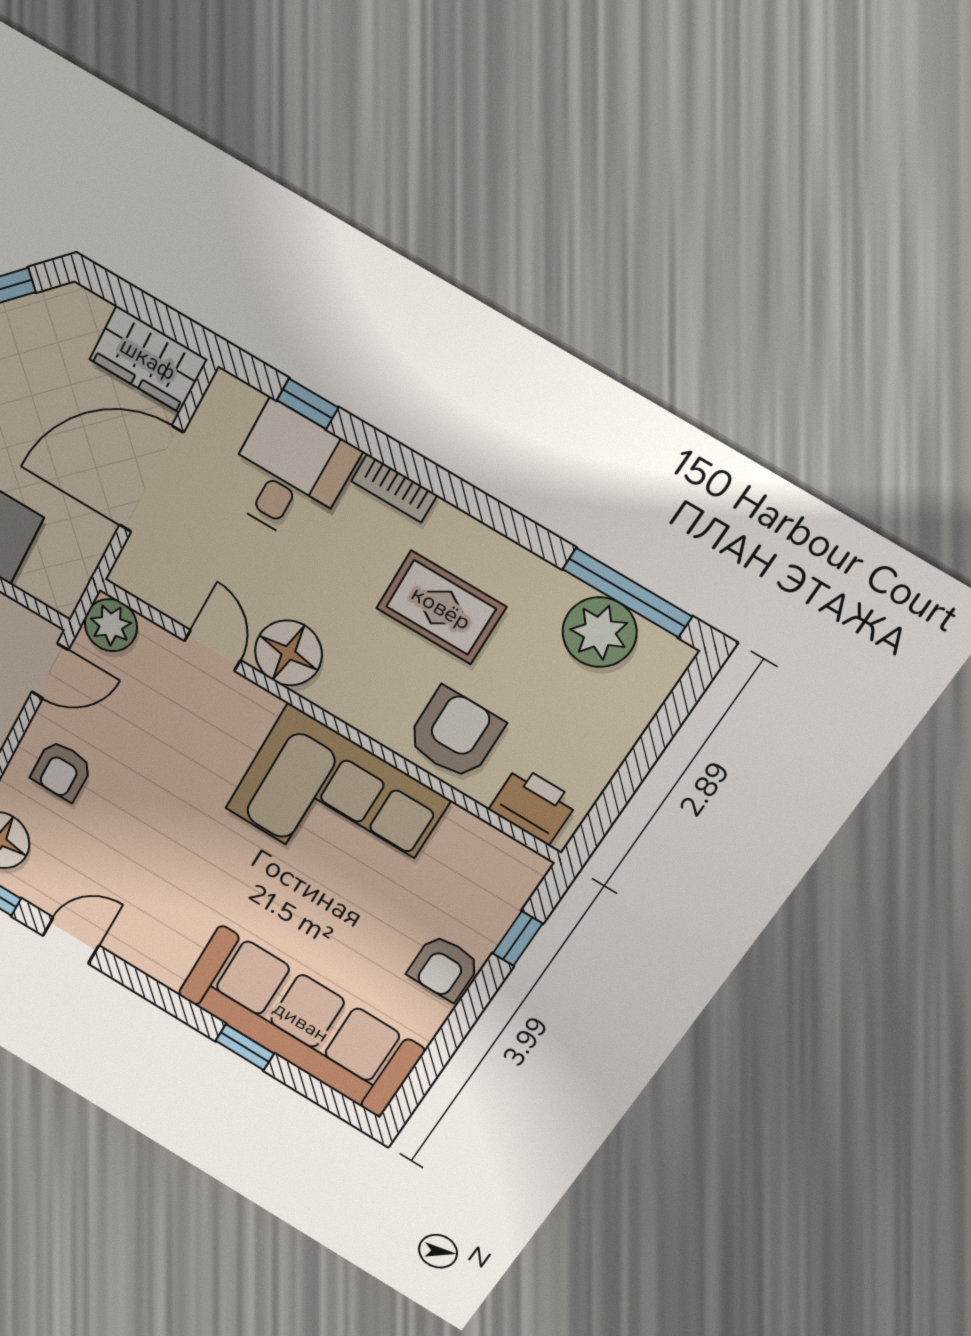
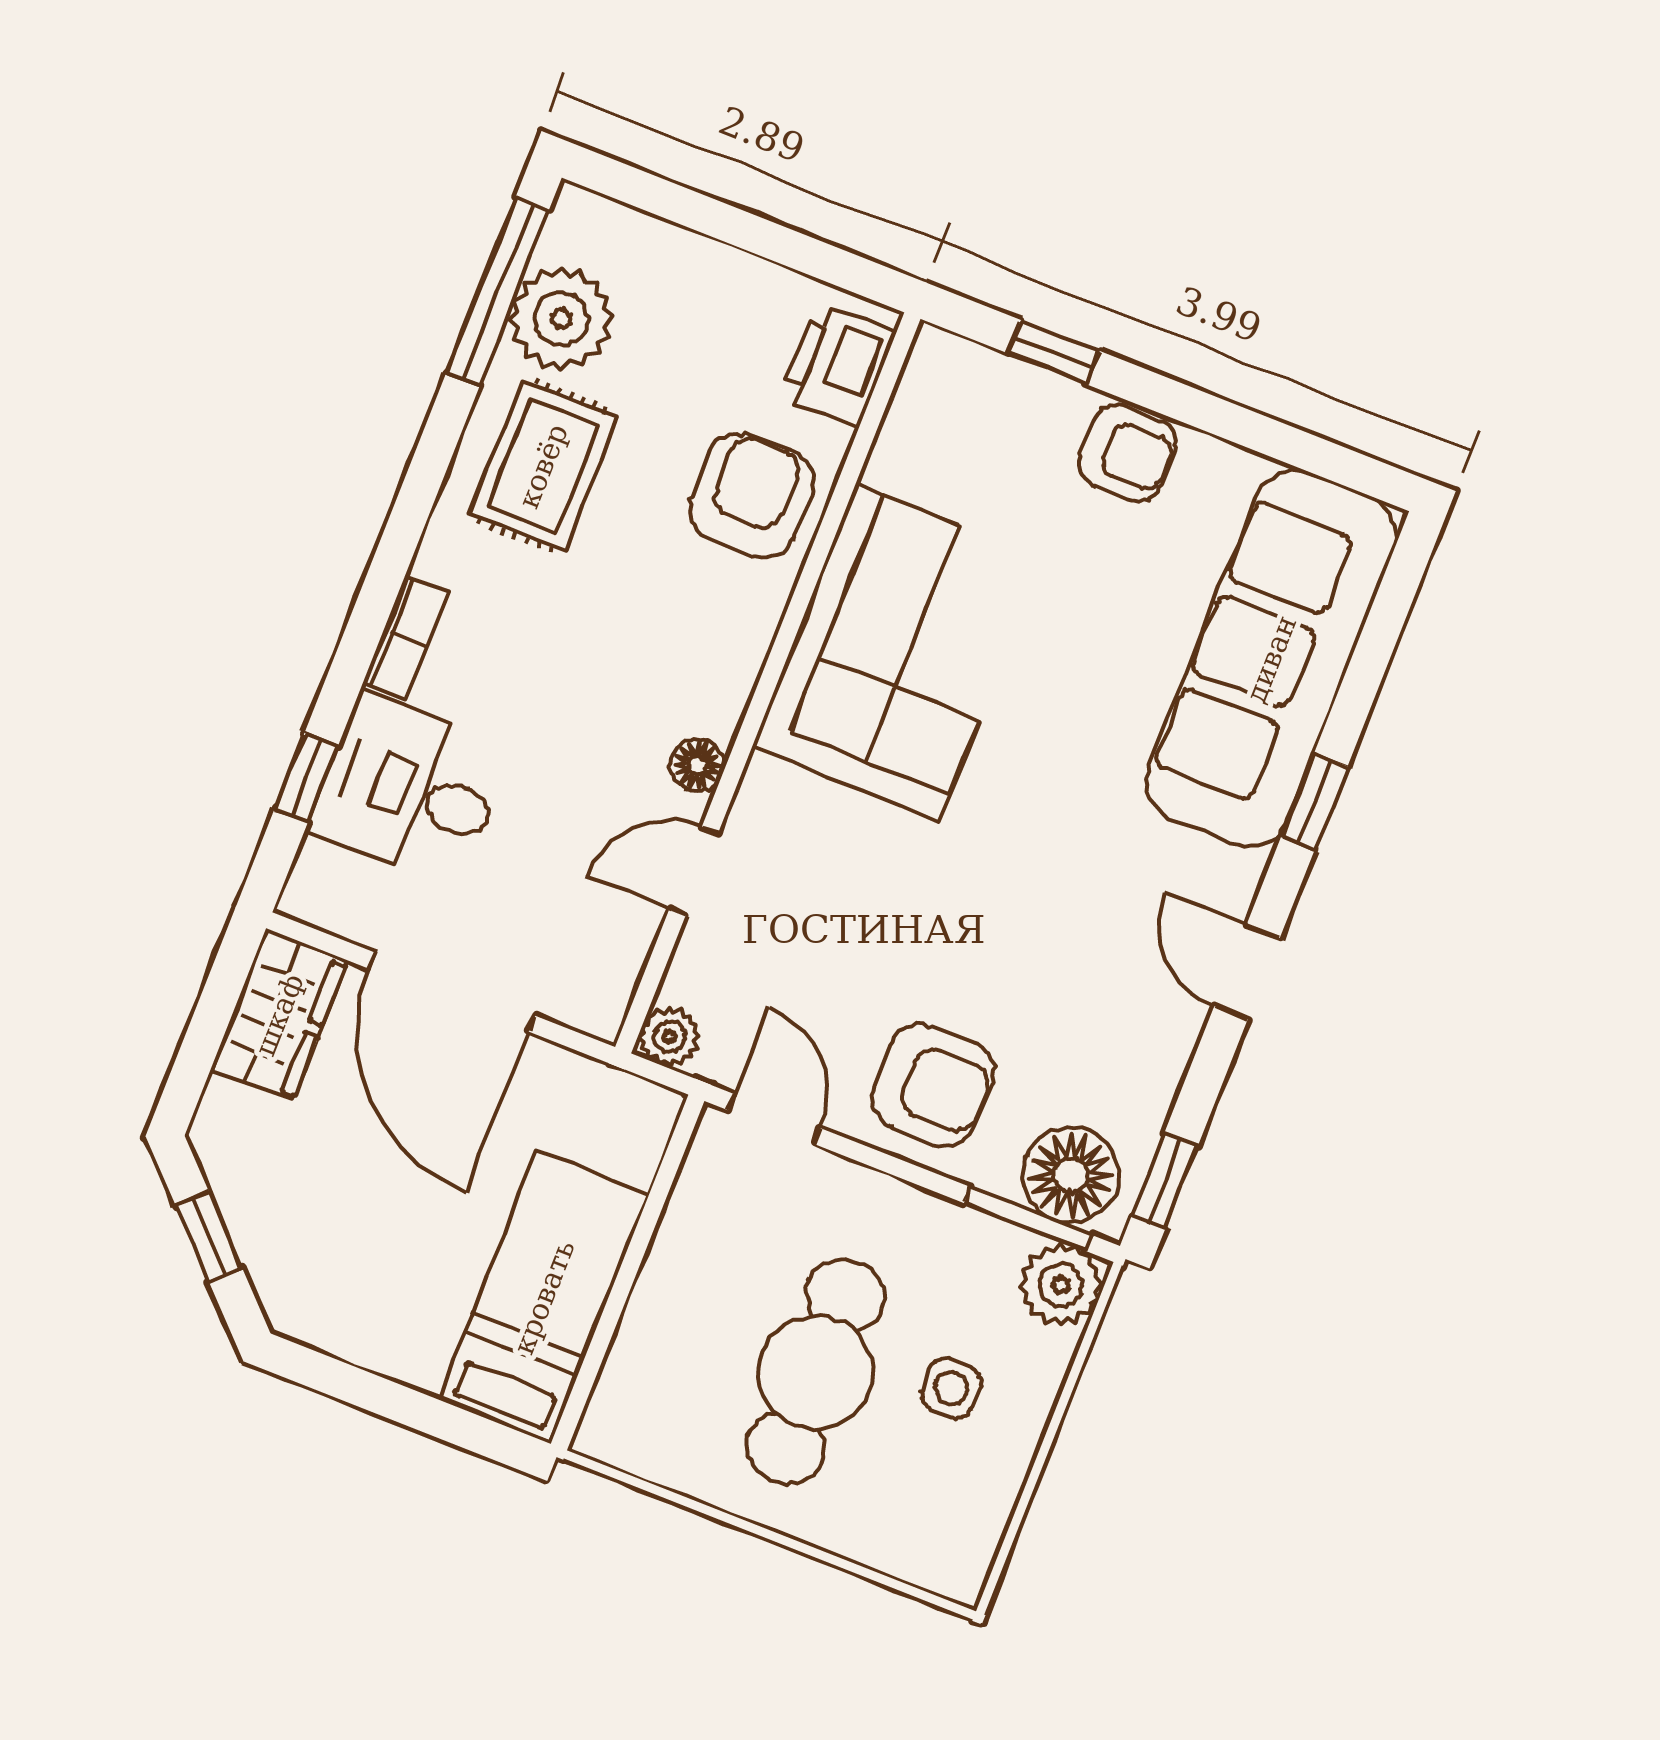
rug: (441, 608) -> (543, 466), moved
plant: (111, 625) -> (669, 1037), width x0.73, depth x0.73
floor lamp: (288, 653) -> (698, 765), width x0.53, depth x0.53
armchair: (455, 734) -> (751, 495), turned 90
armchair: (62, 771) -> (933, 1086), width x1.38, depth x1.38
door: (71, 941) -> (1247, 972), moved
window: (245, 1047) -> (1314, 801), moved

